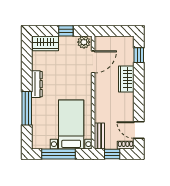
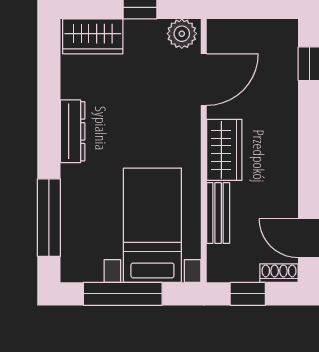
wardrobe: (126, 79) -> (224, 150), moved, turned 180
window: (27, 108) -> (49, 218), moved
bench: (99, 136) -> (218, 213), moved

